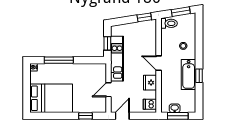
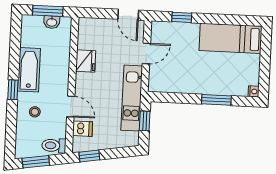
window: (59, 60) -> (216, 100), width x0.69
door: (159, 63) -> (71, 107), moved
window: (199, 76) -> (13, 90), moved
bed: (51, 98) -> (230, 38), width x0.67
dishwasher: (150, 104) -> (83, 129), moved
door: (122, 116) -> (128, 15), hinge flipped

